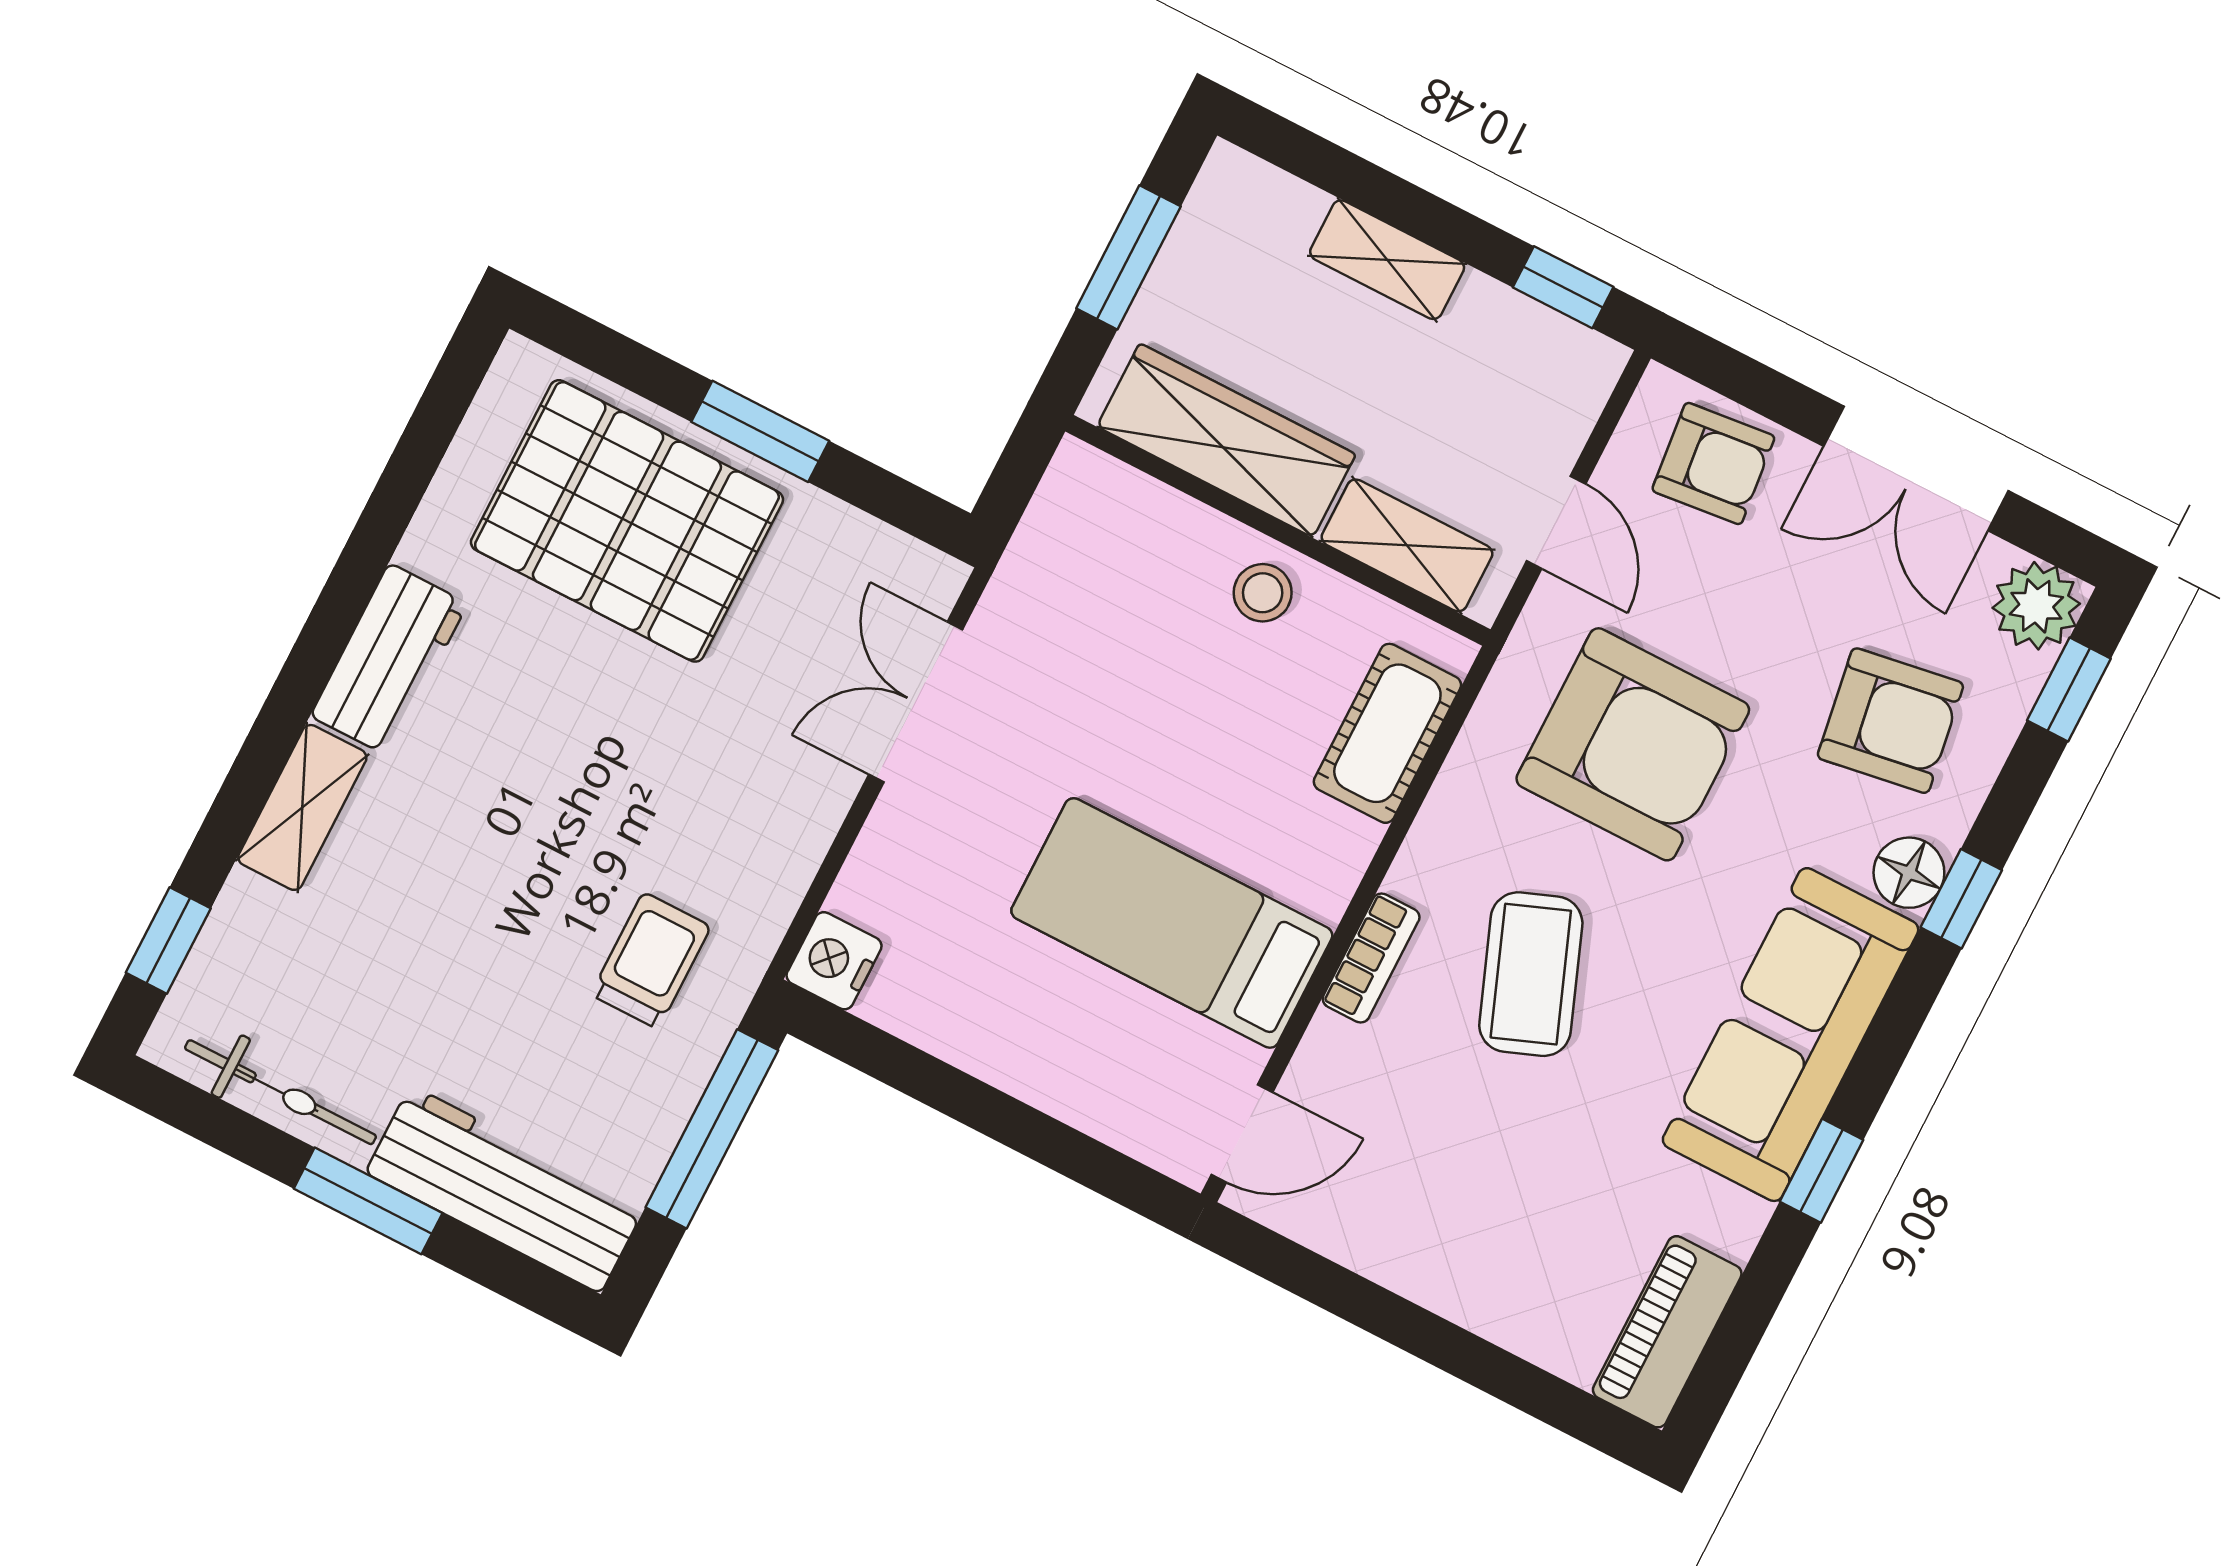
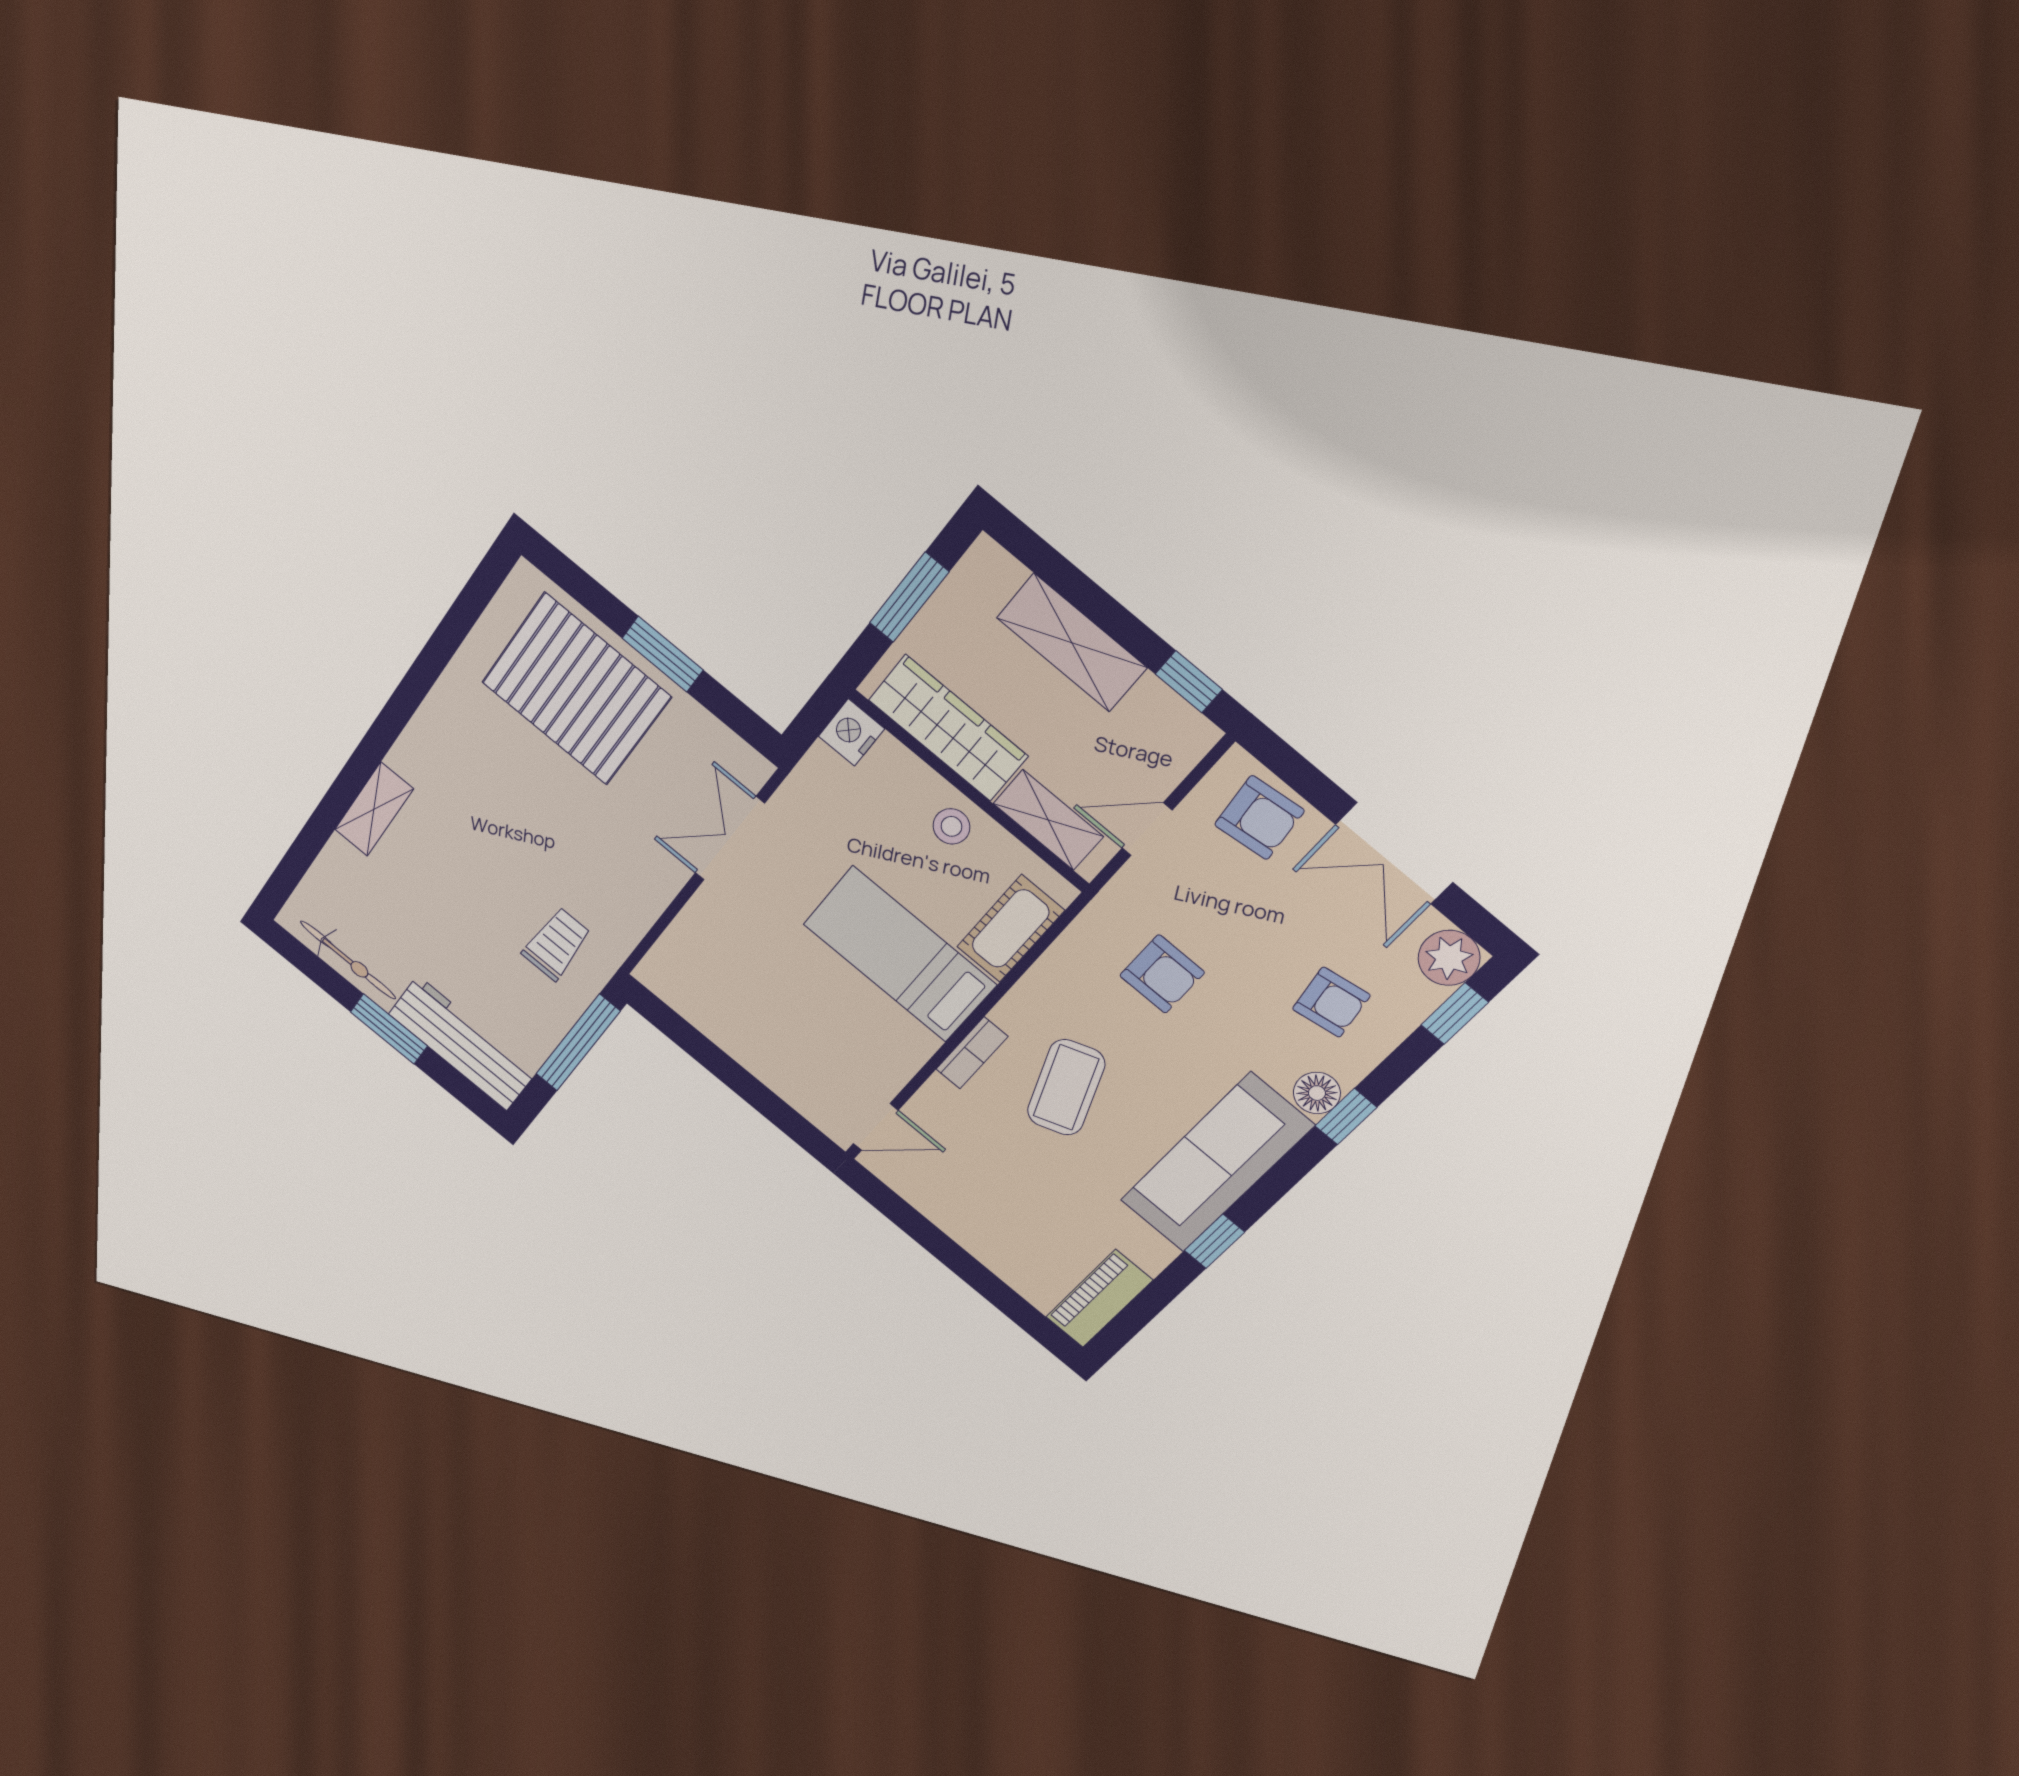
shelving: (1387, 260) -> (1072, 643), width x1.50, depth x1.33
door: (1556, 522) -> (1147, 829), swing flipped
workbench: (389, 660) -> (430, 738), removed
armchair: (1890, 721) -> (1331, 1002), width x0.72, depth x0.72
armchair: (1633, 744) -> (1162, 974), width x0.53, depth x0.53
bed: (1172, 923) -> (900, 954), moved
window: (168, 941) -> (295, 863), removed
nightstand: (834, 961) -> (851, 732), moved

